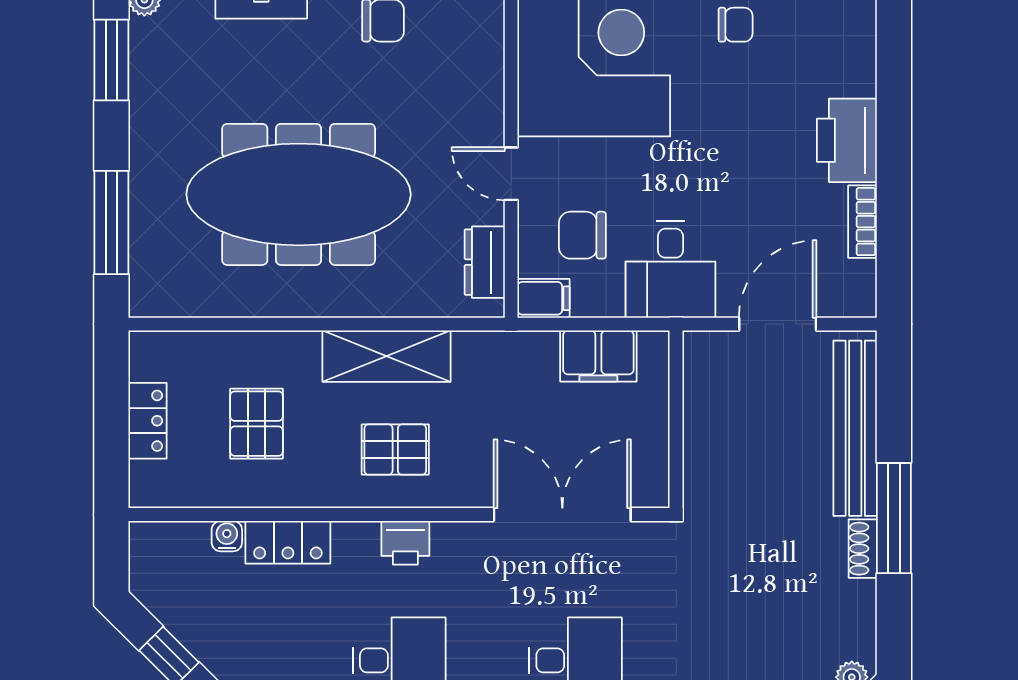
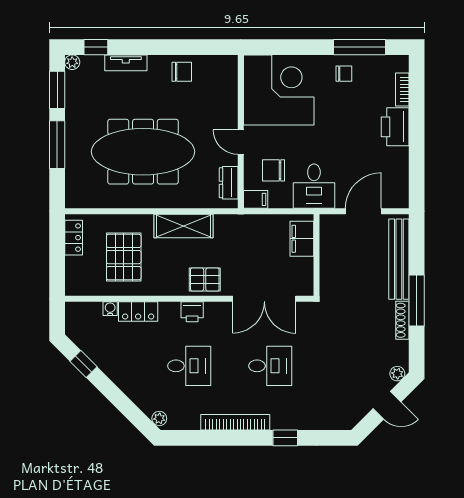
bookcase: (863, 222) -> (402, 89), moved
window: (111, 223) -> (57, 145), moved
filing cabinet: (598, 356) -> (302, 239), moved, turned 90
locker: (147, 421) -> (74, 238), moved
pallet: (257, 424) -> (124, 257), width x1.50, depth x1.42
pallet: (395, 450) -> (205, 279), moved
double door: (562, 514) -> (264, 299), swing flipped
shoe rack: (863, 549) -> (402, 320), width x1.43

